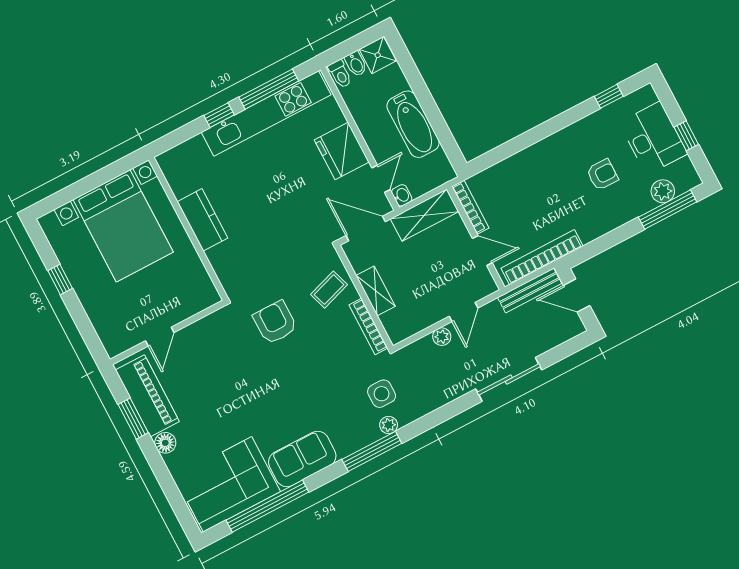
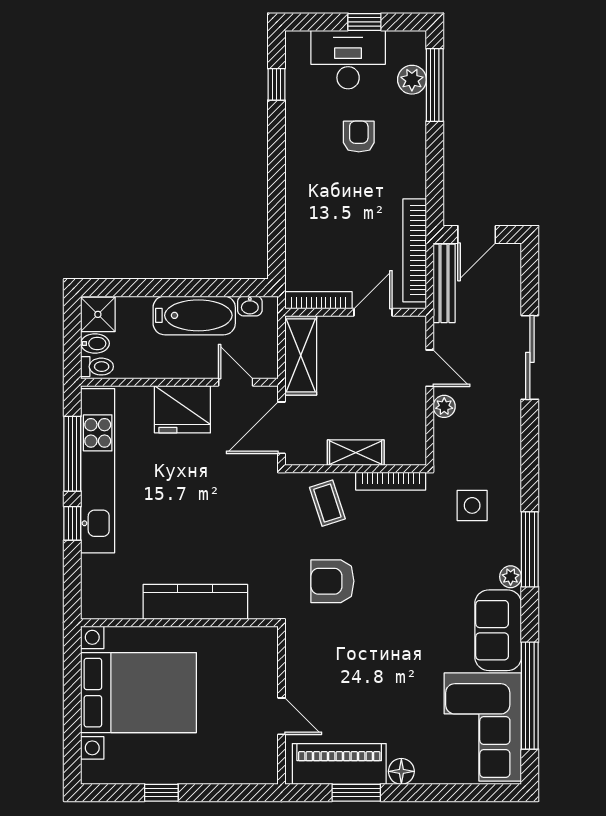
washbasin: (402, 195) -> (250, 306), moved, turned 180
kitchen counter: (203, 220) -> (195, 602), width x1.50
plant: (389, 425) -> (511, 577), moved

